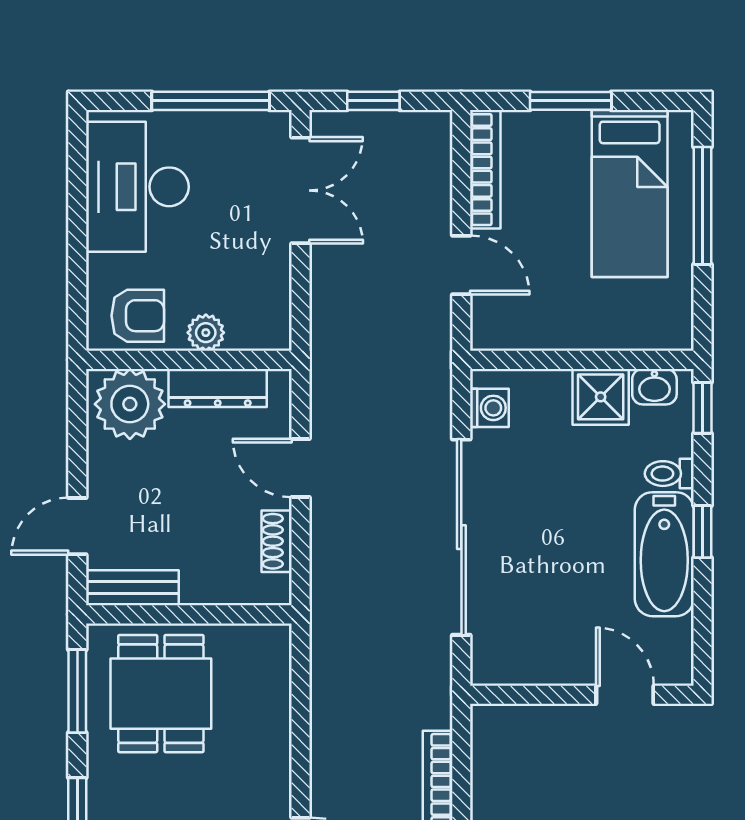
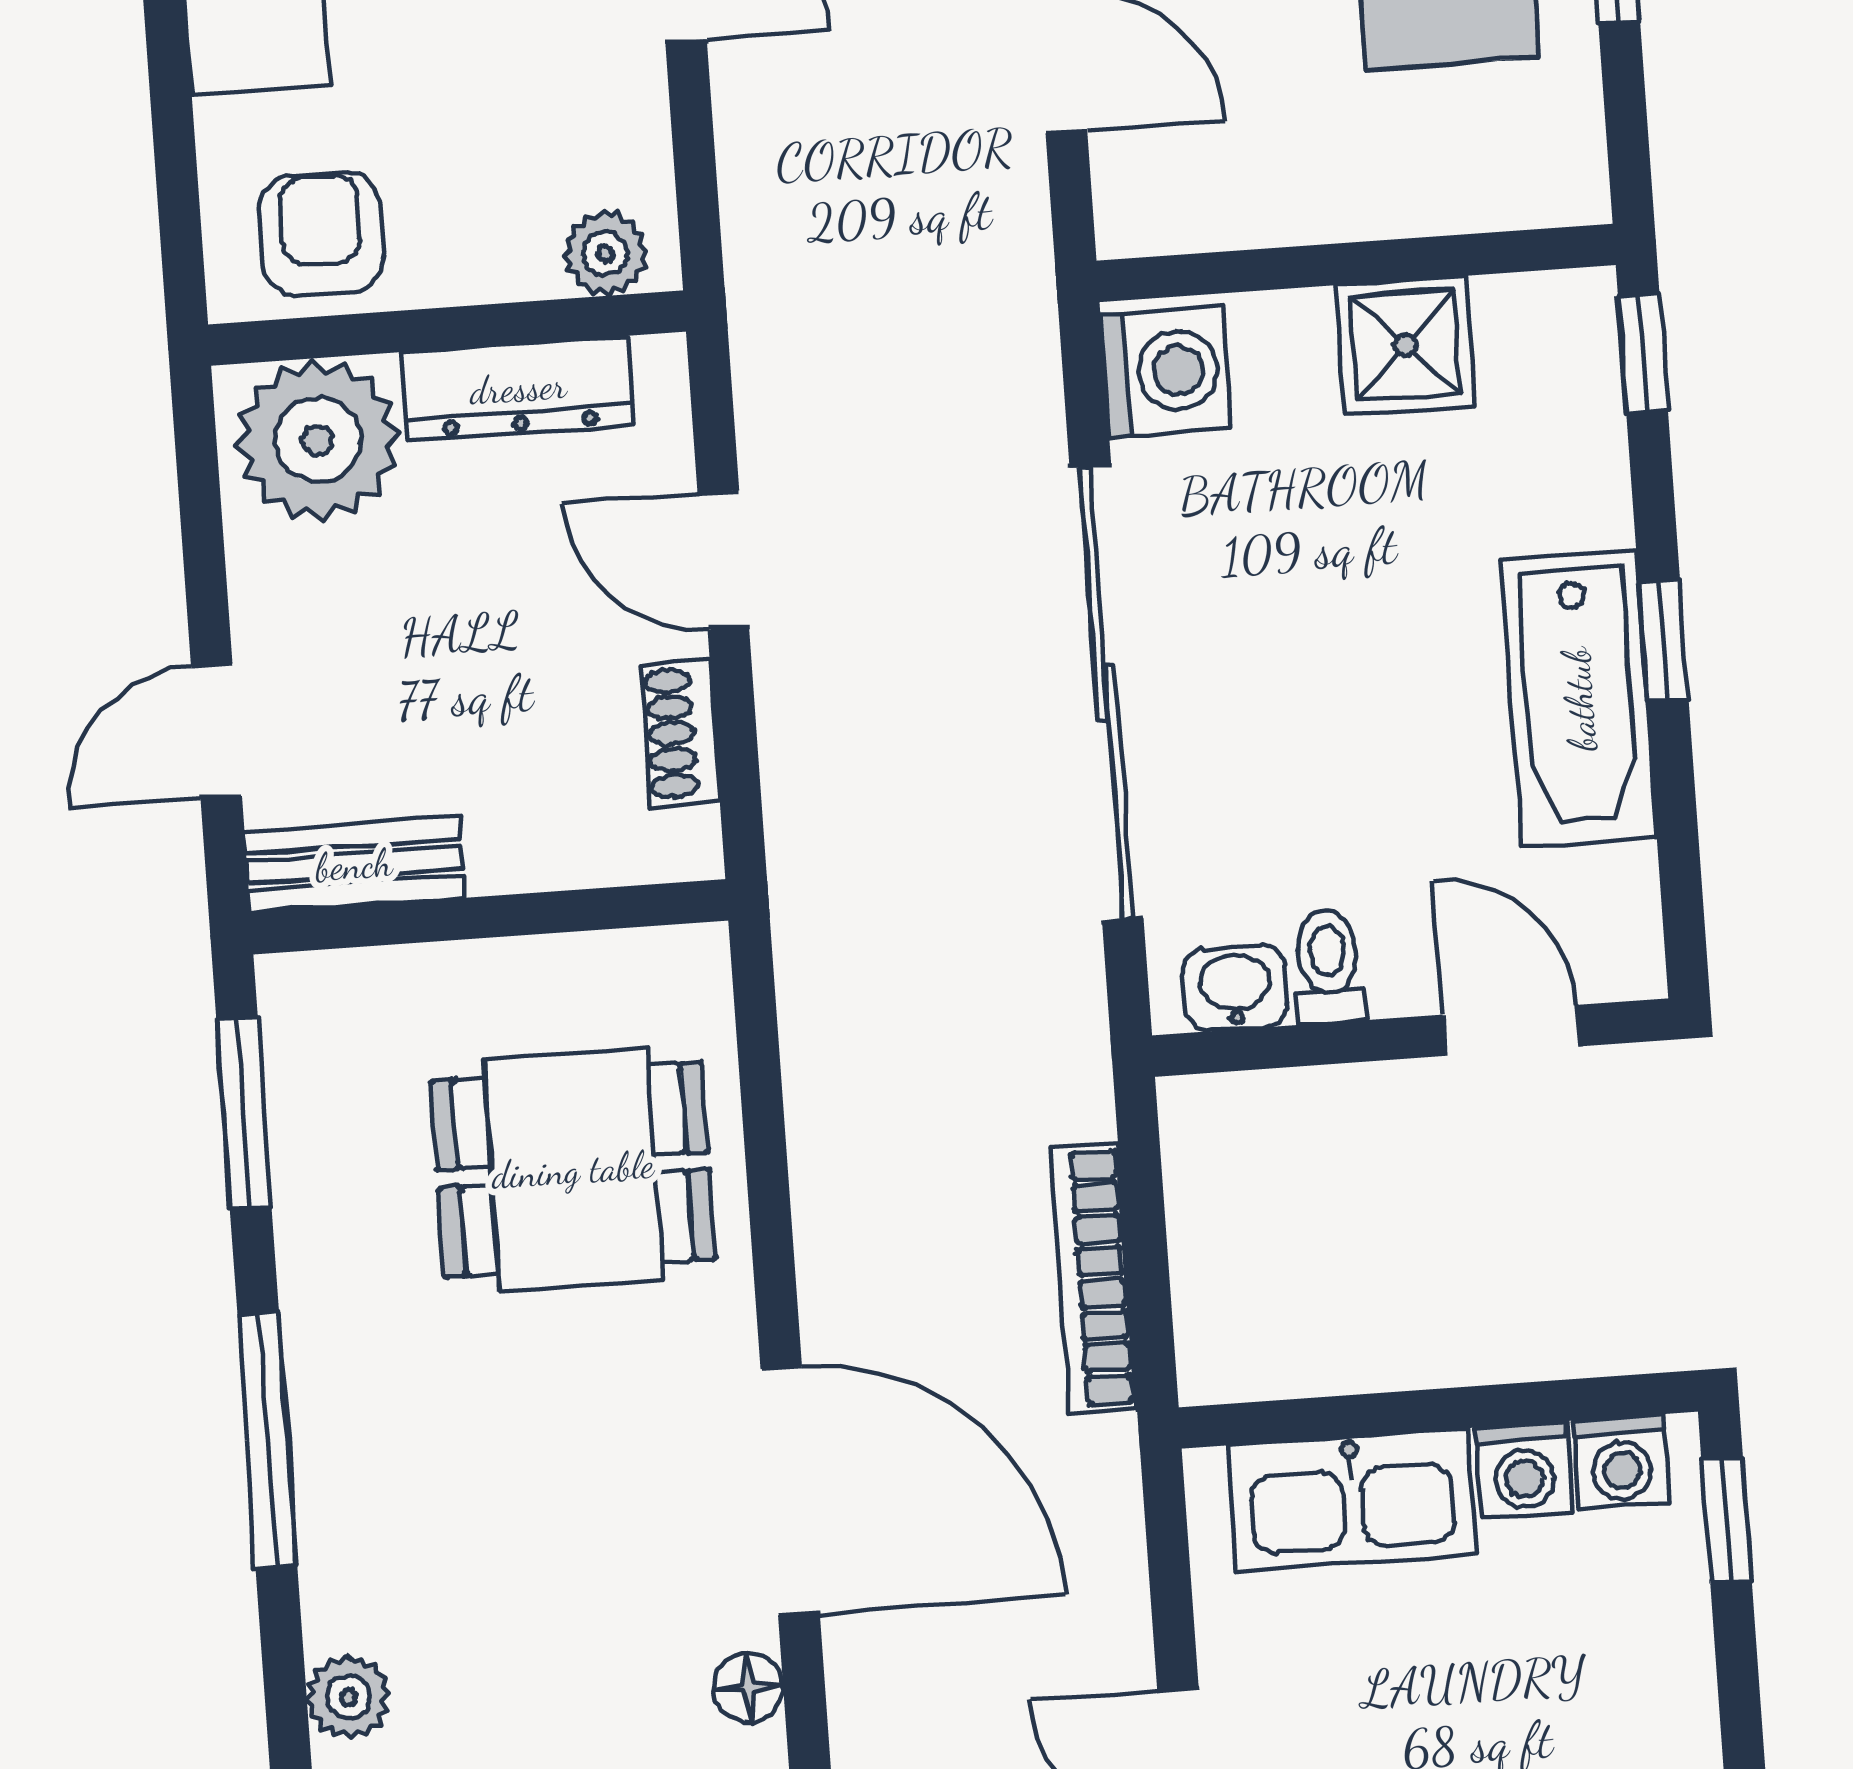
armchair: (138, 316) -> (321, 234), turned -90
plant: (206, 333) -> (605, 253), moved
washbasin: (654, 387) -> (1235, 988), moved, turned 180
washing machine: (489, 408) -> (1166, 371), width x1.38, depth x1.38
toilet: (669, 474) -> (1328, 966), moved, turned 90
dining table: (161, 694) -> (573, 1170), moved, turned 90

